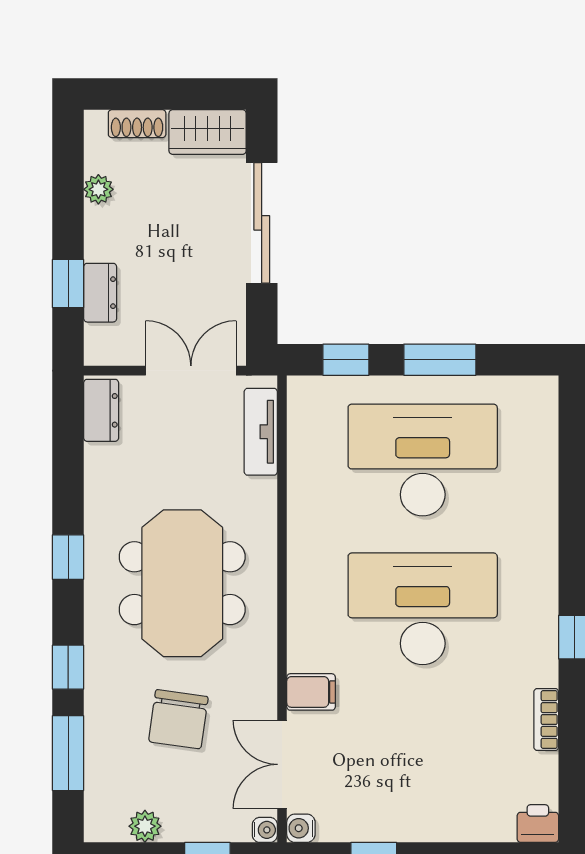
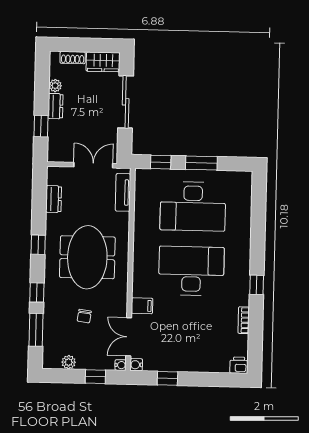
dresser: (100, 293) -> (55, 106), moved
dresser: (101, 410) -> (54, 199), moved
desk: (423, 460) -> (193, 206), turned 180
chair: (178, 719) -> (84, 316), width x0.54, depth x0.54

